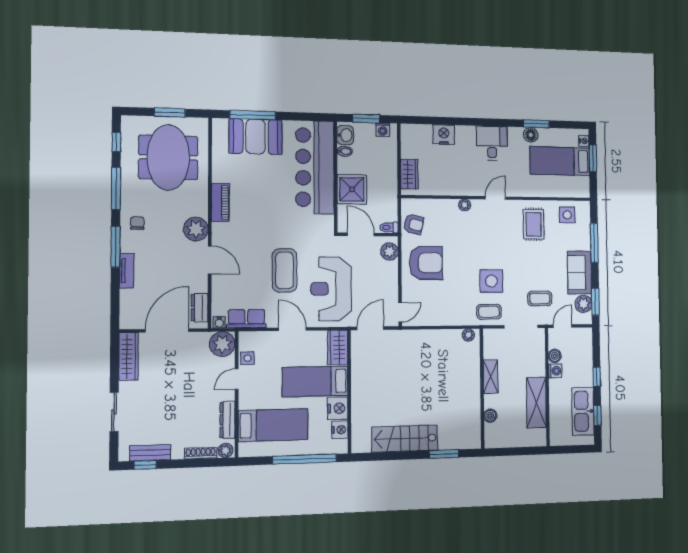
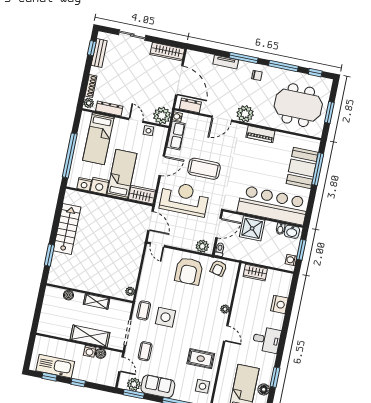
floor lamp: (531, 135) -> (264, 389), moved
shelving: (536, 403) -> (90, 336), moved

